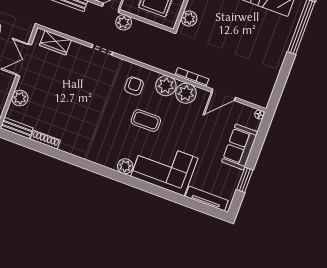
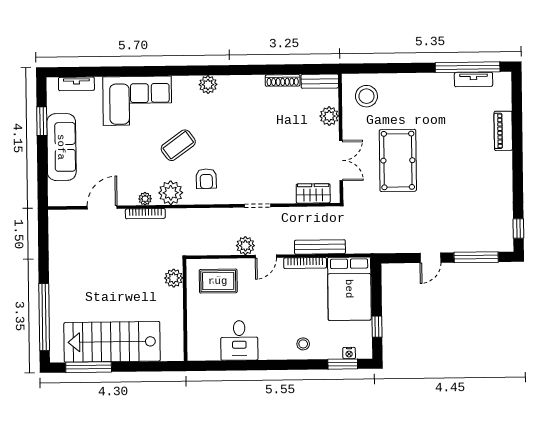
plant: (186, 93) -> (145, 199), width x0.53, depth x0.53
floor lamp: (259, 114) -> (53, 201), removed
coffee table: (146, 120) -> (178, 145), turned -36
sofa: (240, 147) -> (61, 147), width x1.36
plant: (125, 166) -> (208, 85), moved
tv unit: (207, 198) -> (76, 84), width x0.71

